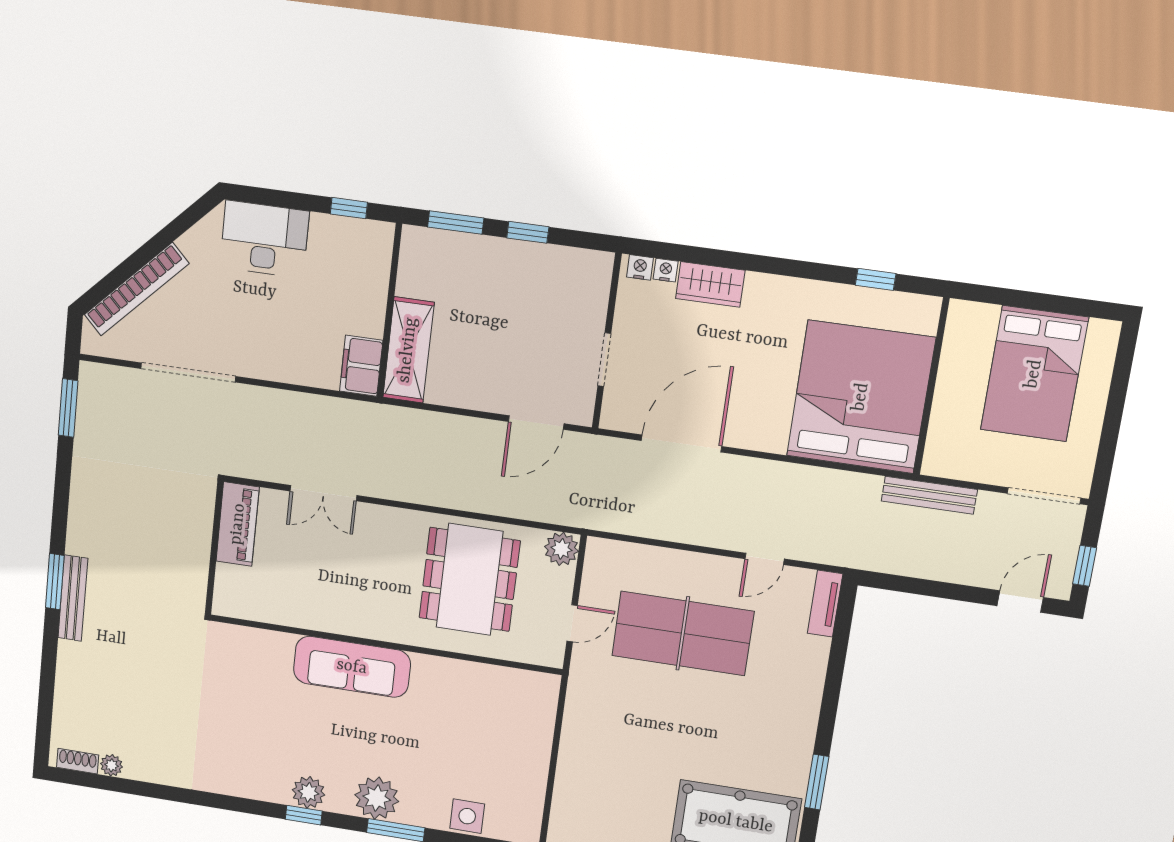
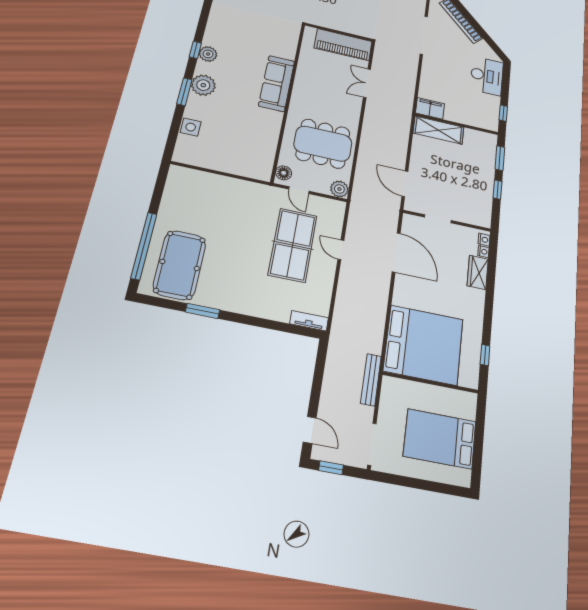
piano: (238, 524) -> (343, 45), width x1.37, depth x1.33
door: (765, 559) -> (341, 250), moved
floor lamp: (540, 651) -> (284, 173), added

